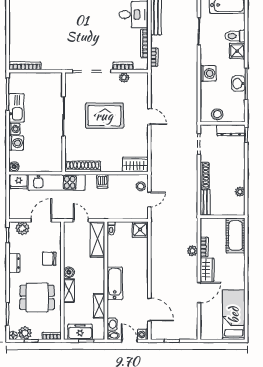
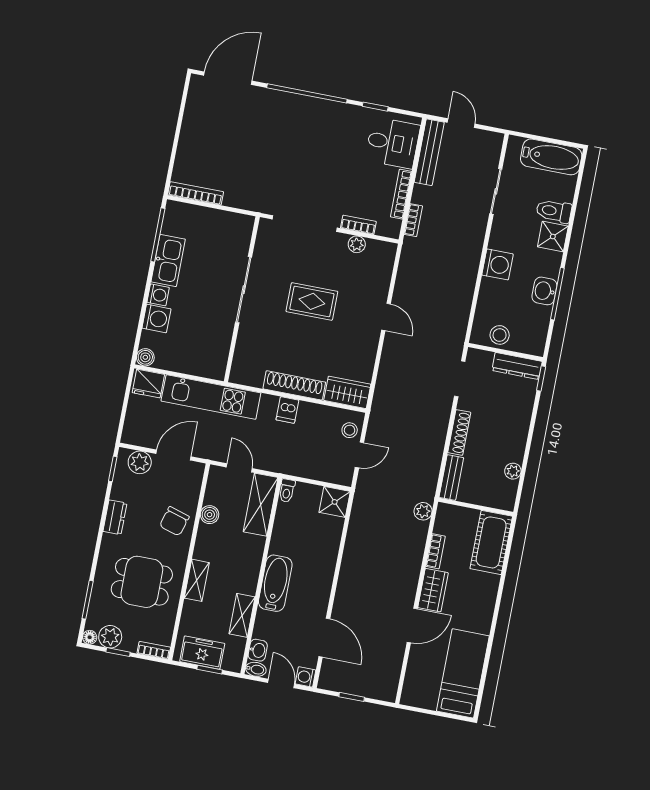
rug: (104, 116) -> (312, 301), width x0.73, depth x0.70
shoe rack: (83, 166) -> (294, 385), moved
plant: (192, 251) -> (423, 511), moved
chair: (49, 259) -> (174, 521), turned -73
boiler: (69, 272) -> (210, 515), moved

